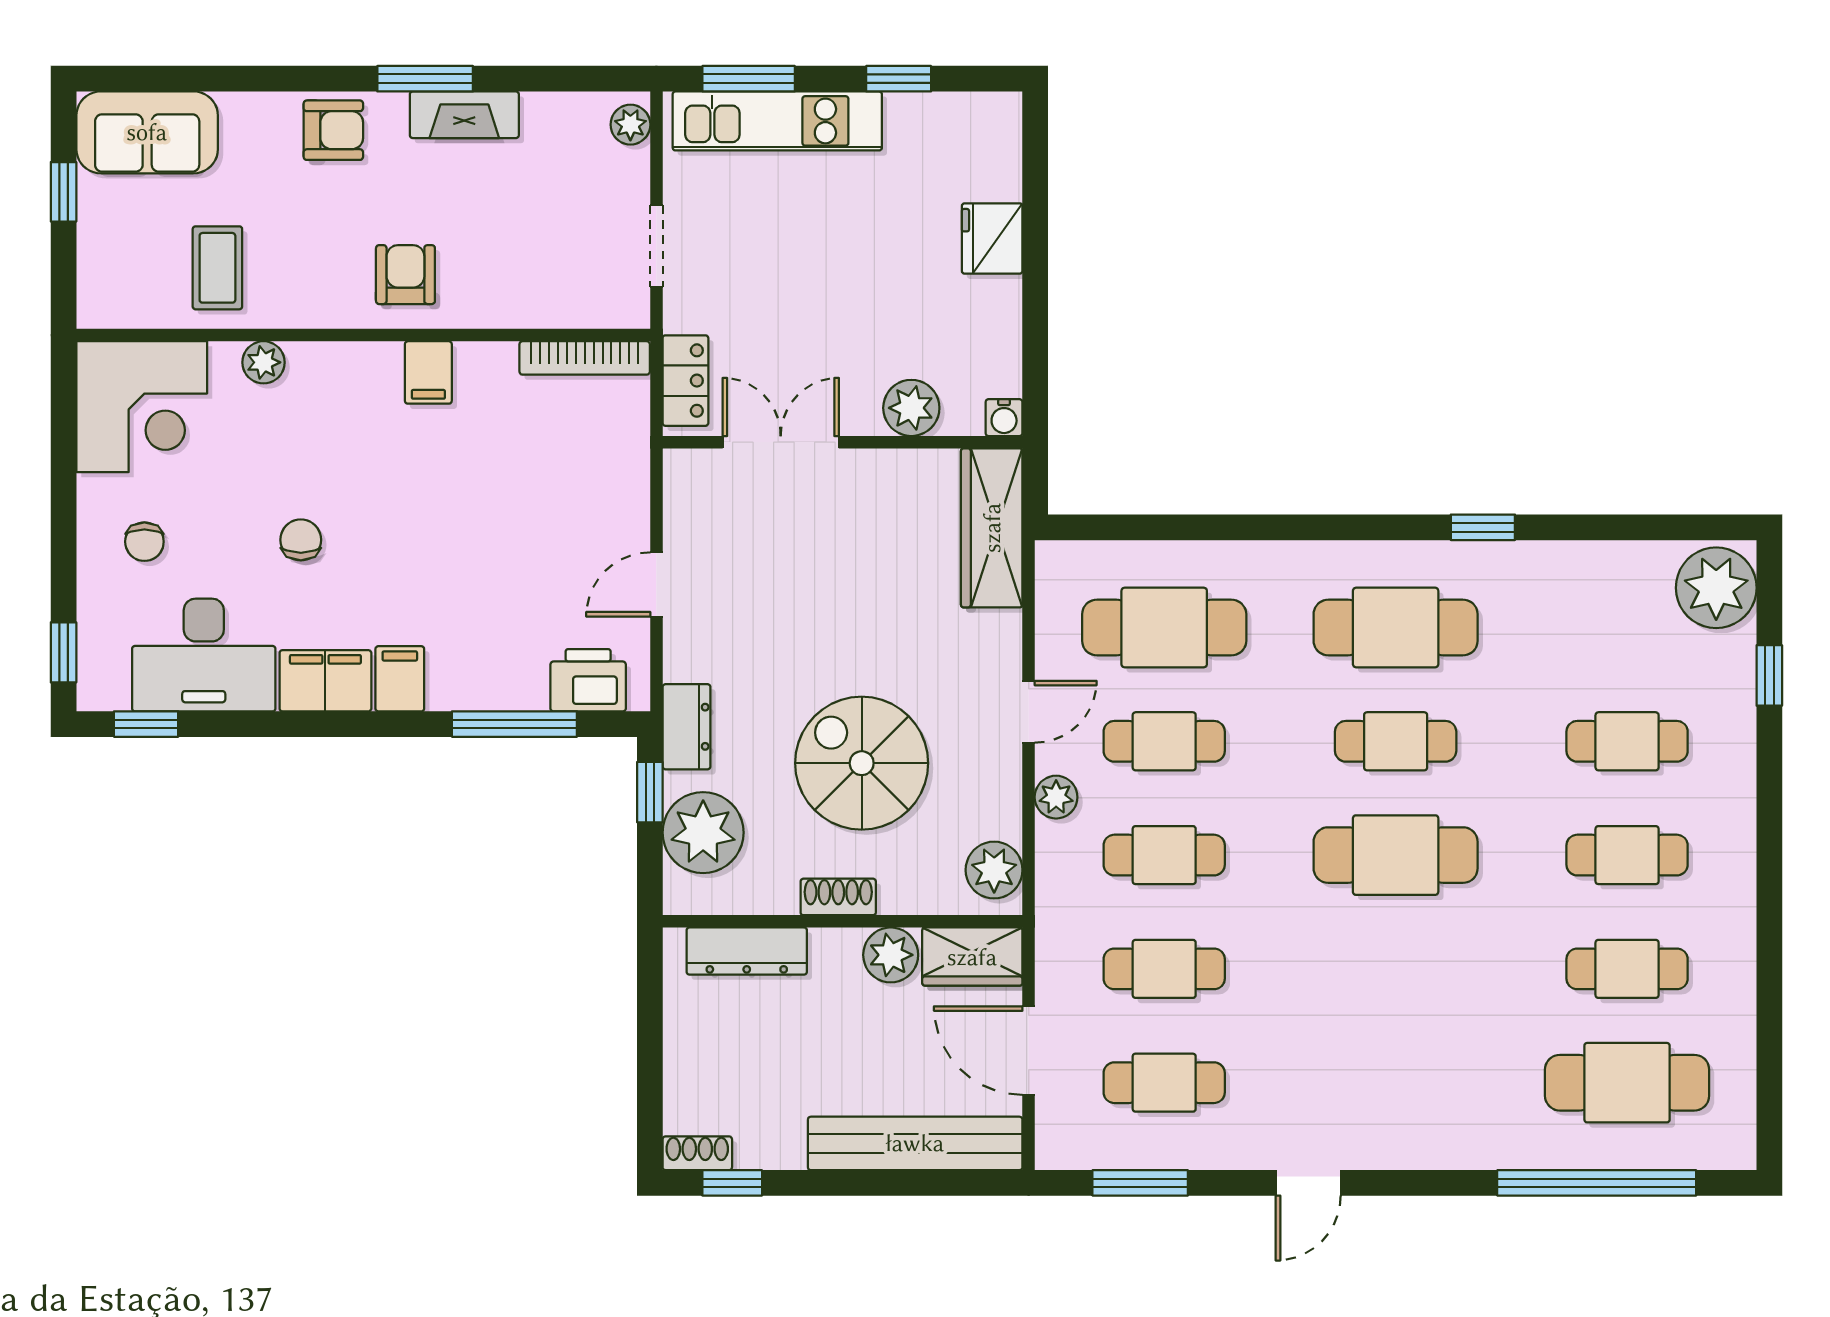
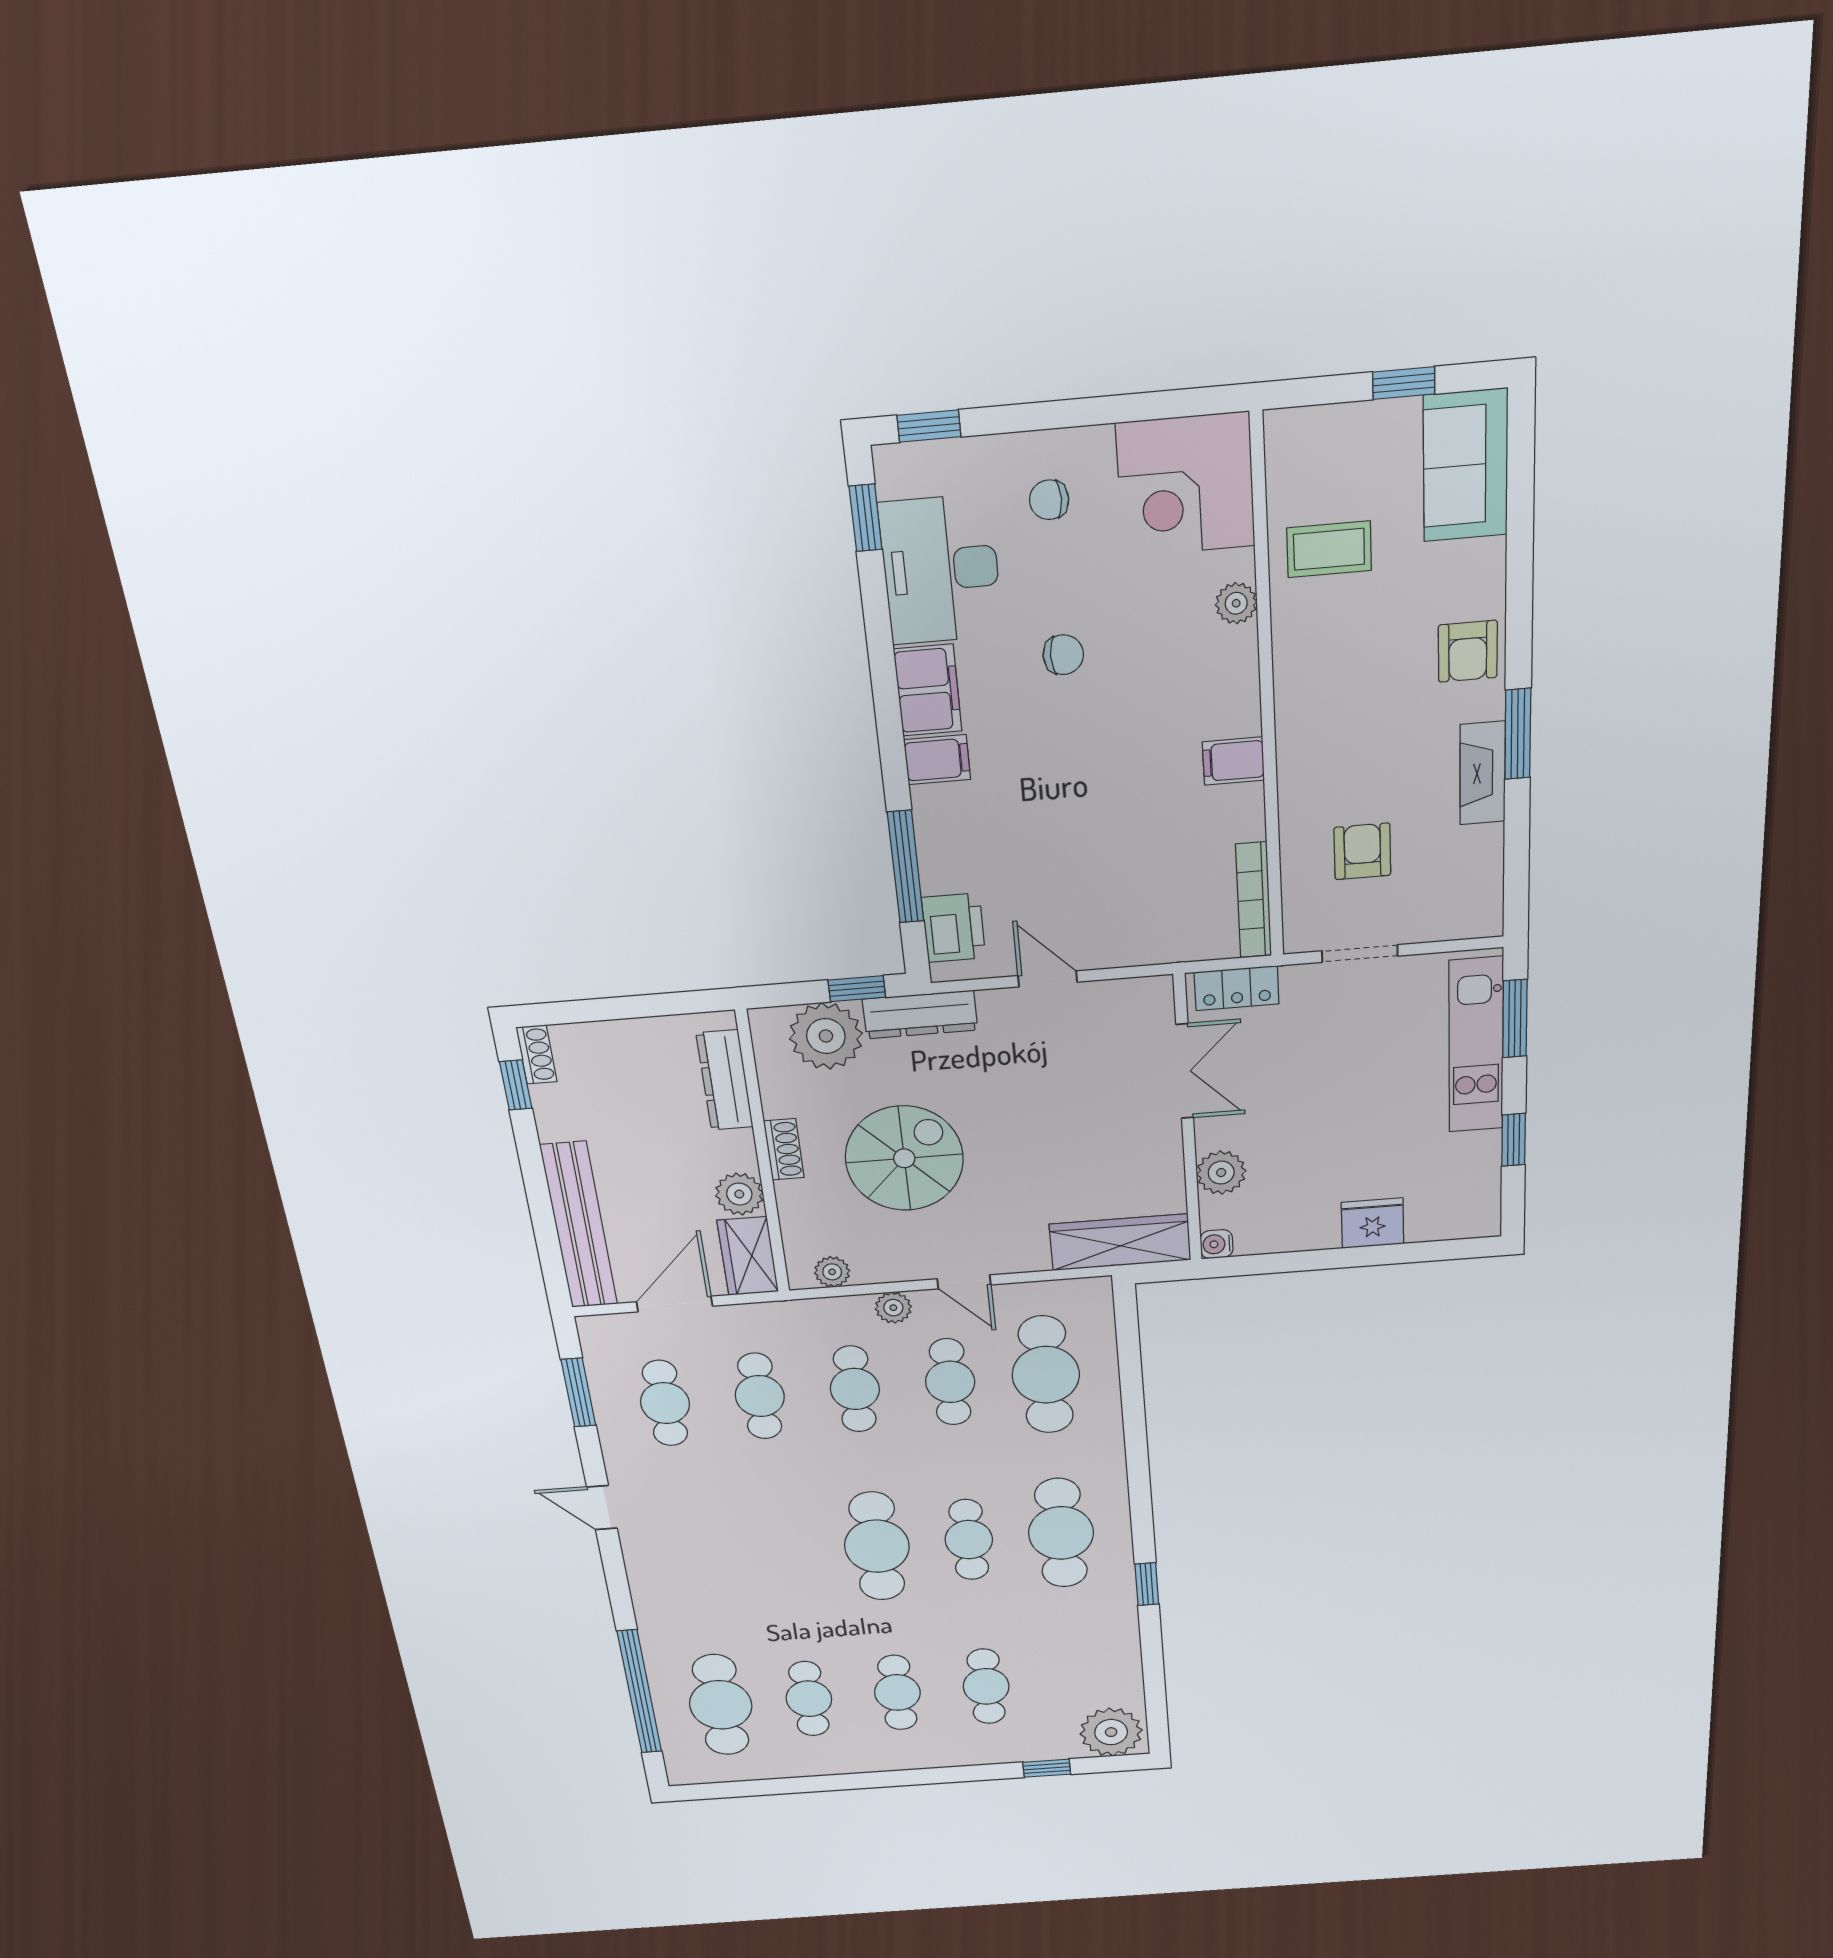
plant: (630, 125) -> (1473, 922), removed
armchair: (405, 275) -> (1362, 851), moved, turned -90
dresser: (686, 727) -> (920, 1015), width x1.44
plant: (994, 870) -> (832, 1272), width x0.73, depth x0.73

